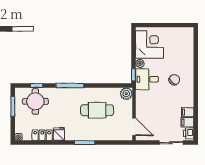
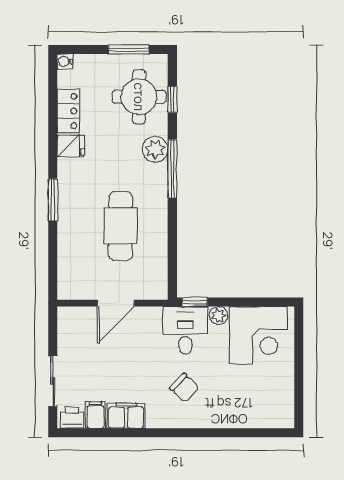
plant: (126, 94) -> (155, 149), moved
filing cabinet: (188, 112) -> (126, 416), width x2.00
door: (134, 127) -> (116, 303), moved

